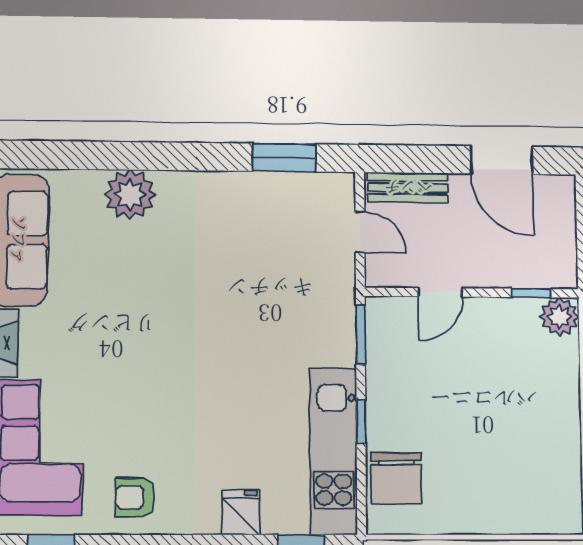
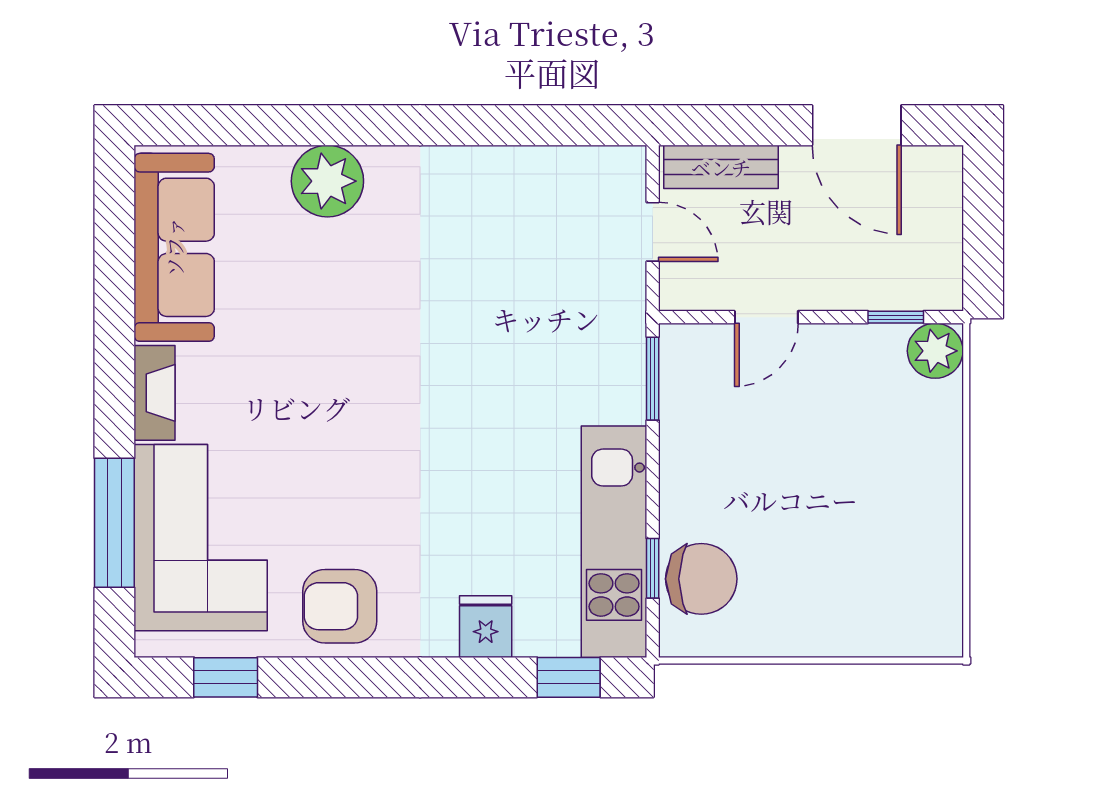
window: (284, 158) -> (545, 125), removed
window: (361, 421) -> (653, 568), moved
chair: (396, 478) -> (701, 579), turned -90
armchair: (135, 497) -> (340, 606), width x1.38, depth x1.38

